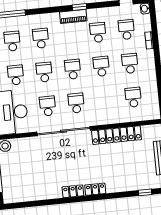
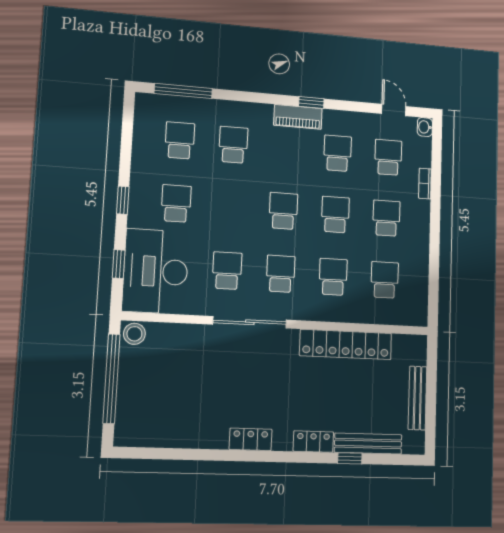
school desk: (44, 72) -> (333, 277), moved
sliding door: (64, 131) -> (250, 322), width x0.73
bench: (136, 185) -> (368, 444), added
locker: (95, 189) -> (313, 442), moved
window: (145, 192) -> (350, 458), moved

